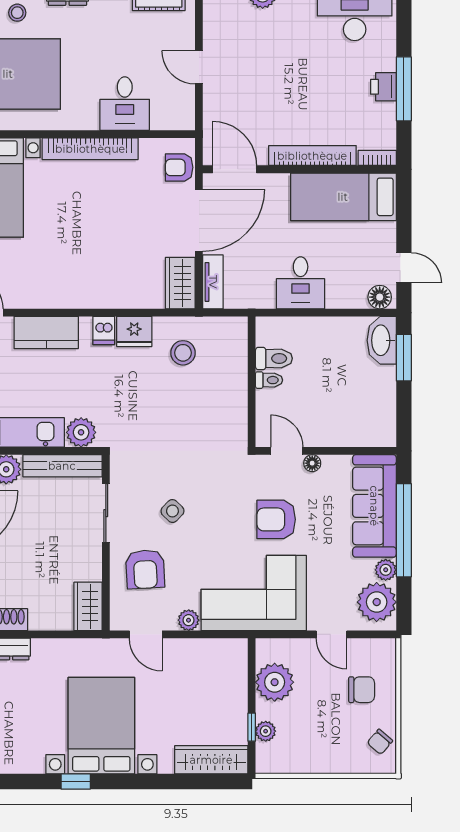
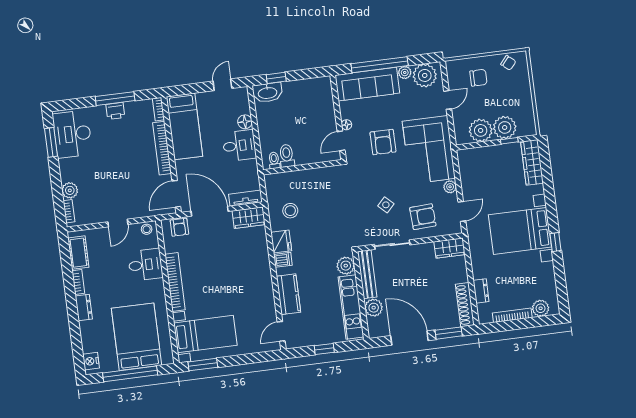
stool: (17, 13) -> (147, 229), moved
floor lamp: (380, 297) -> (245, 122), moved
window: (404, 358) -> (276, 78), width x0.67
toilet: (269, 380) -> (274, 160), moved
chair: (362, 690) -> (478, 78), turned 90
plant: (266, 731) -> (505, 127), width x1.87, depth x1.87

